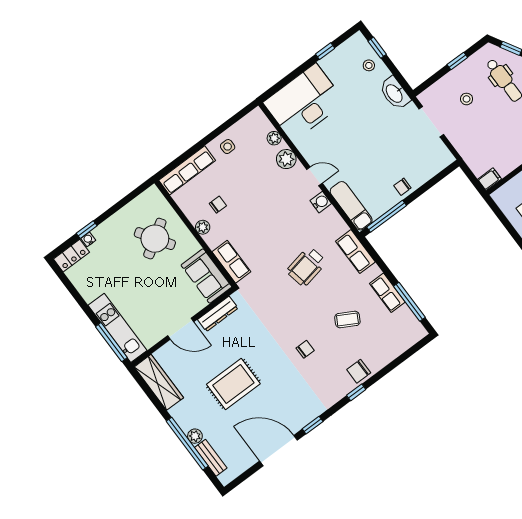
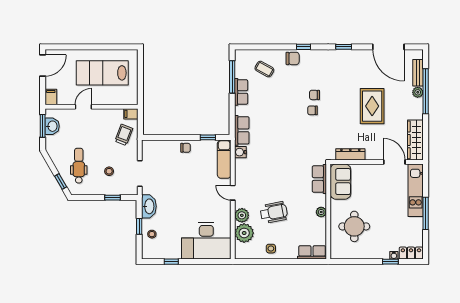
window: (377, 48) -> (139, 226), moved
window: (457, 61) -> (112, 198), moved
plant: (274, 138) -> (244, 233), width x1.87, depth x1.87
trolley: (480, 151) -> (124, 135), added
row of seats: (187, 170) -> (312, 252), width x0.68
water cooler: (321, 202) -> (240, 152), moved
chair: (218, 205) -> (313, 110), moved
window: (387, 216) -> (208, 137), width x0.46
round table: (155, 239) -> (354, 226), turned 33
wheelchair: (306, 267) -> (274, 212), moved
coffee table: (347, 319) -> (264, 69), moved
door: (181, 329) -> (394, 162), moved
window: (111, 342) -> (426, 213), moved
rug: (233, 384) -> (372, 106), turned 90
door: (278, 451) -> (388, 47), moved

